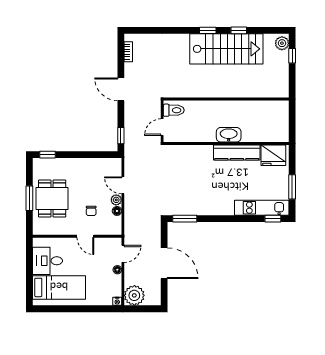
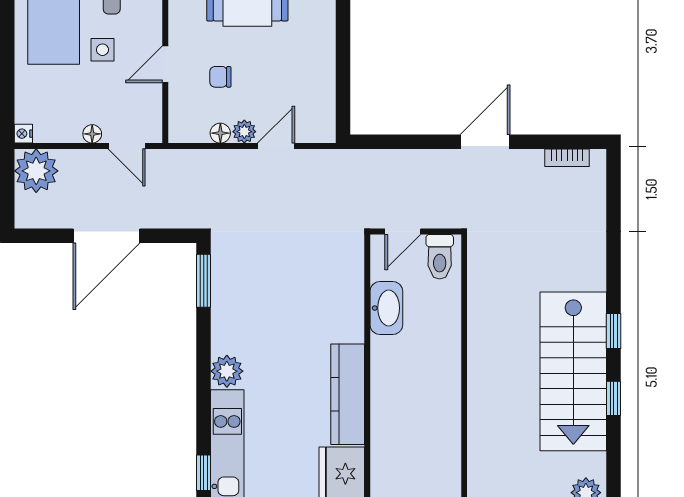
door: (162, 127) -> (403, 231), swing flipped
washbasin: (229, 135) -> (386, 308), moved
window: (121, 136) -> (384, 142), removed
plant: (226, 208) -> (227, 371), added
side table: (79, 265) -> (102, 50), added

